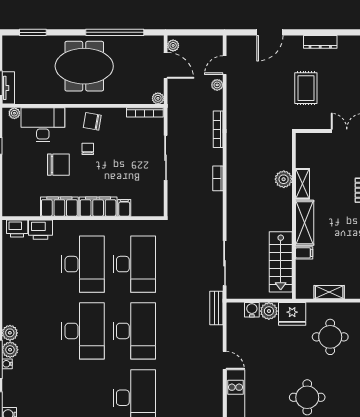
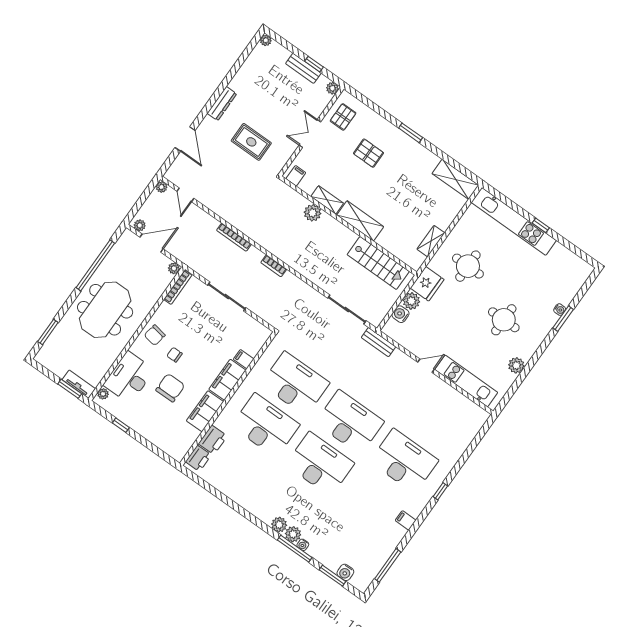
plant: (217, 85) -> (162, 187), moved
filing cabinet: (304, 253) -> (296, 176), moved

